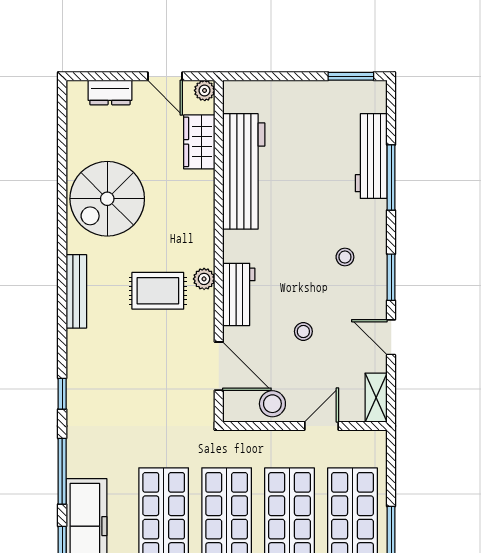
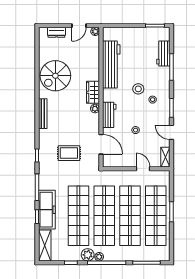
door: (165, 76) -> (79, 26), hinge flipped
wardrobe: (199, 142) -> (93, 92), moved
workbench: (371, 156) -> (163, 54), width x0.73
rug: (158, 291) -> (69, 153), moved
stool: (272, 404) -> (138, 89), moved
door: (321, 426) -> (143, 169), hinge flipped

